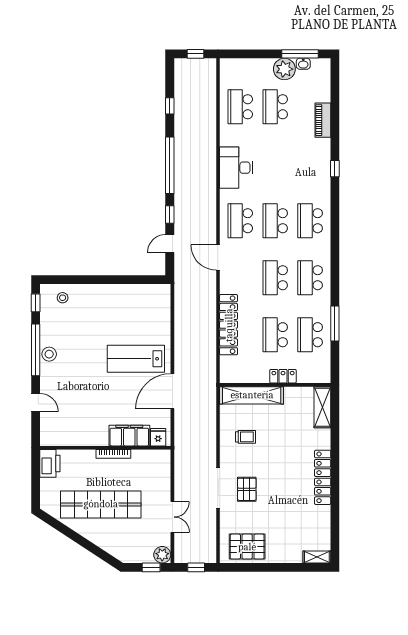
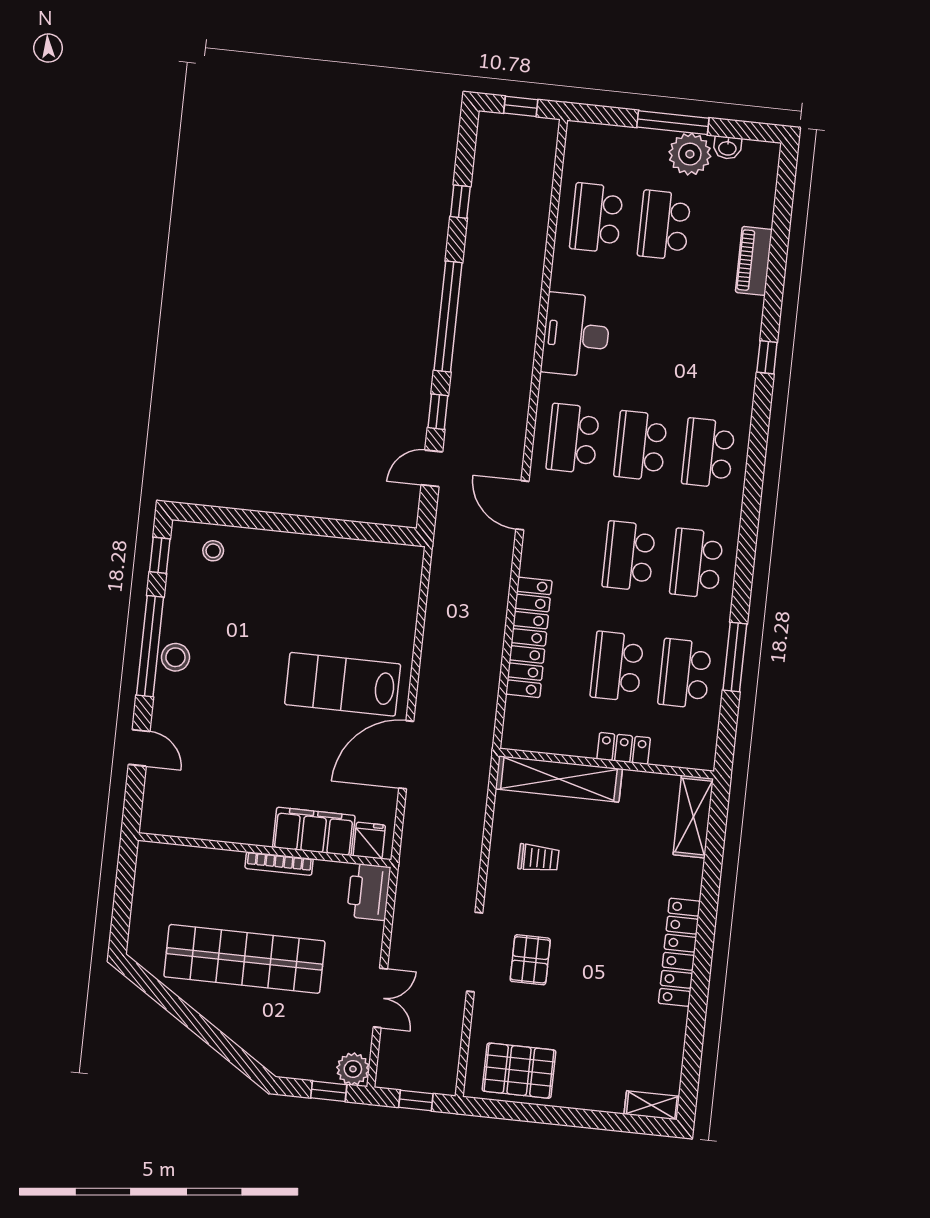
window: (300, 54) -> (673, 123), moved
printer: (50, 463) -> (369, 892), moved, turned 180

